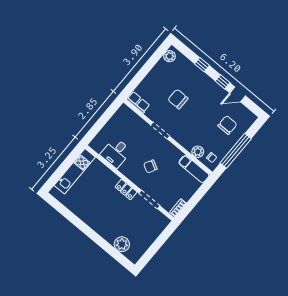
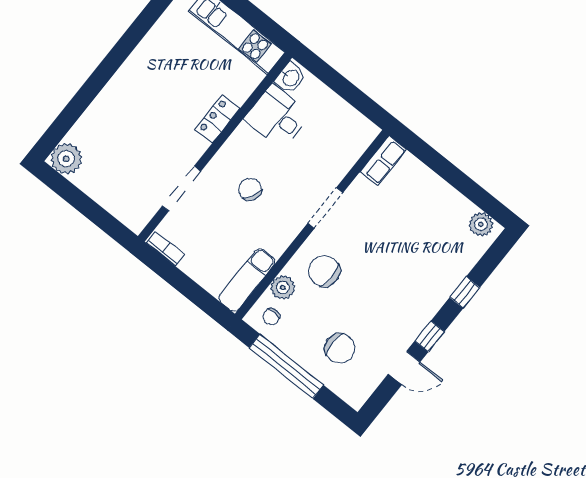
door: (238, 94) -> (404, 368), swing flipped
chair: (178, 99) -> (324, 271), moved, turned -90
washbasin: (97, 146) -> (290, 78), added
locker: (126, 190) -> (217, 119), moved
plant: (122, 244) -> (66, 159), moved

